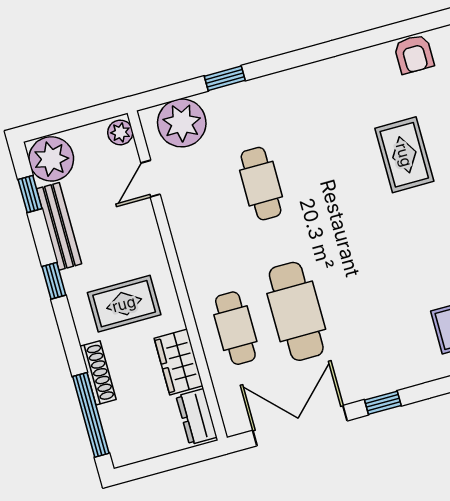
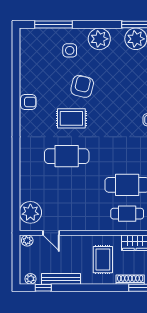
window: (225, 78) -> (16, 188), removed
plant: (51, 159) -> (30, 279), width x0.53, depth x0.53
cafe table: (261, 184) -> (67, 156), moved, width x1.37, depth x1.35
window: (54, 281) -> (84, 288), removed

